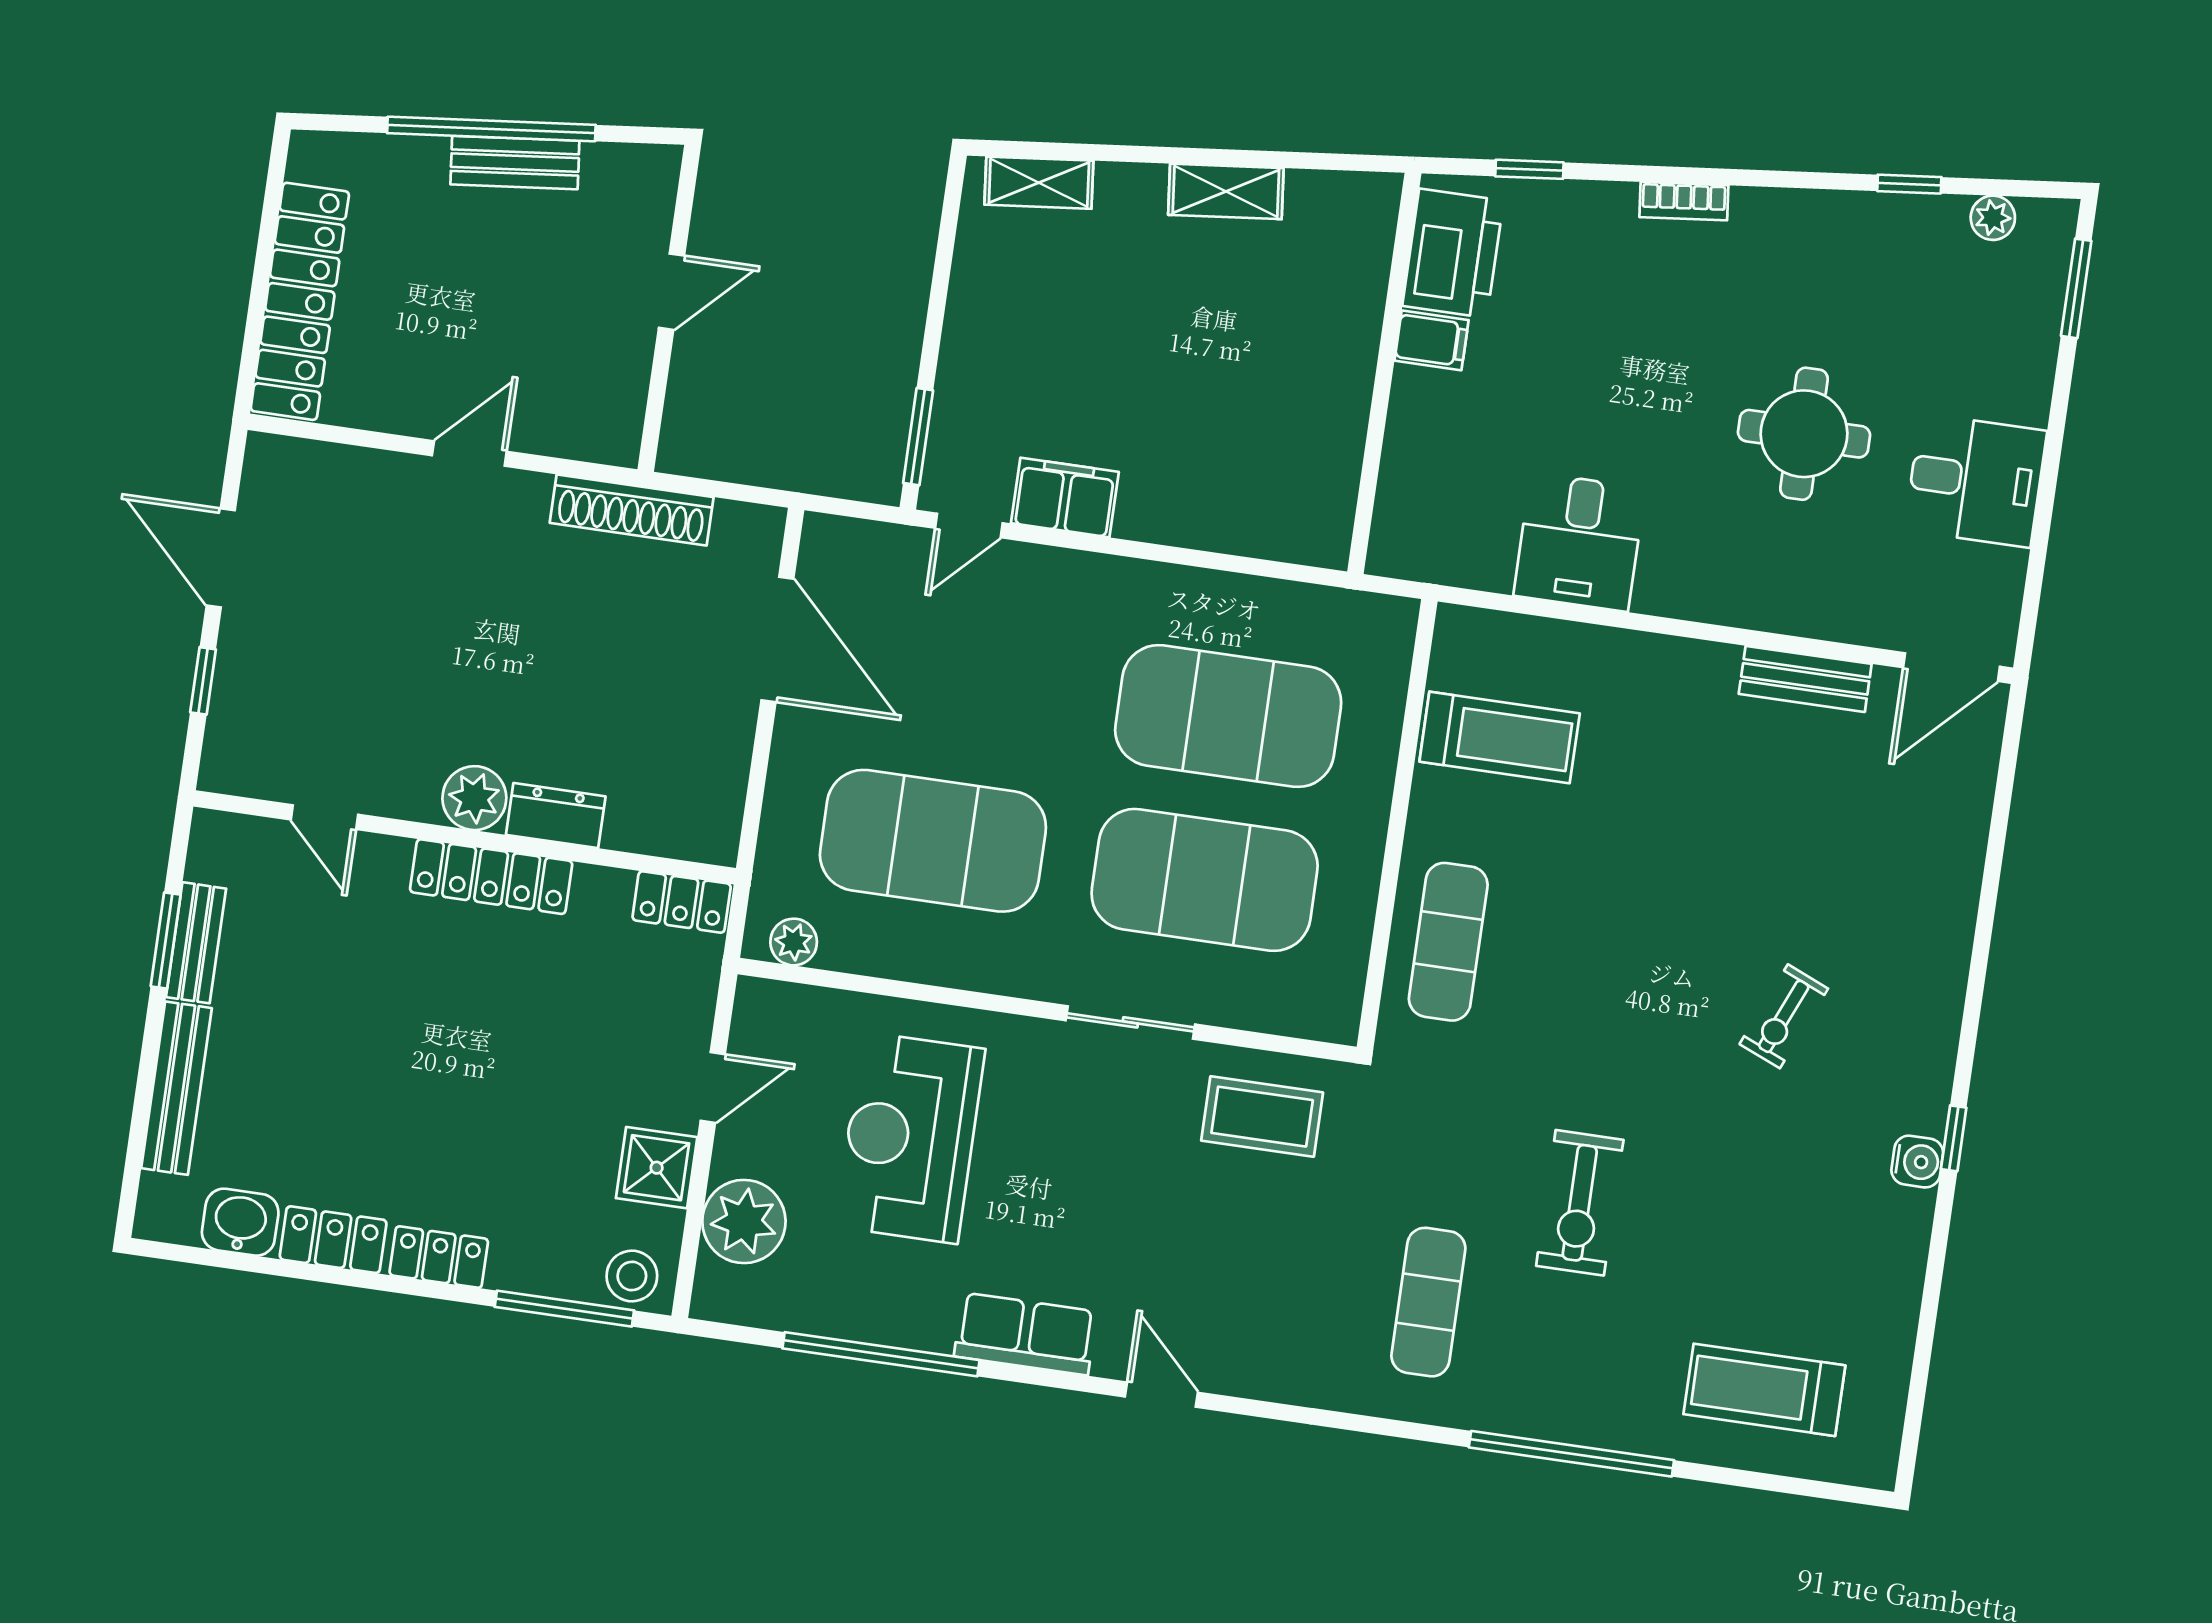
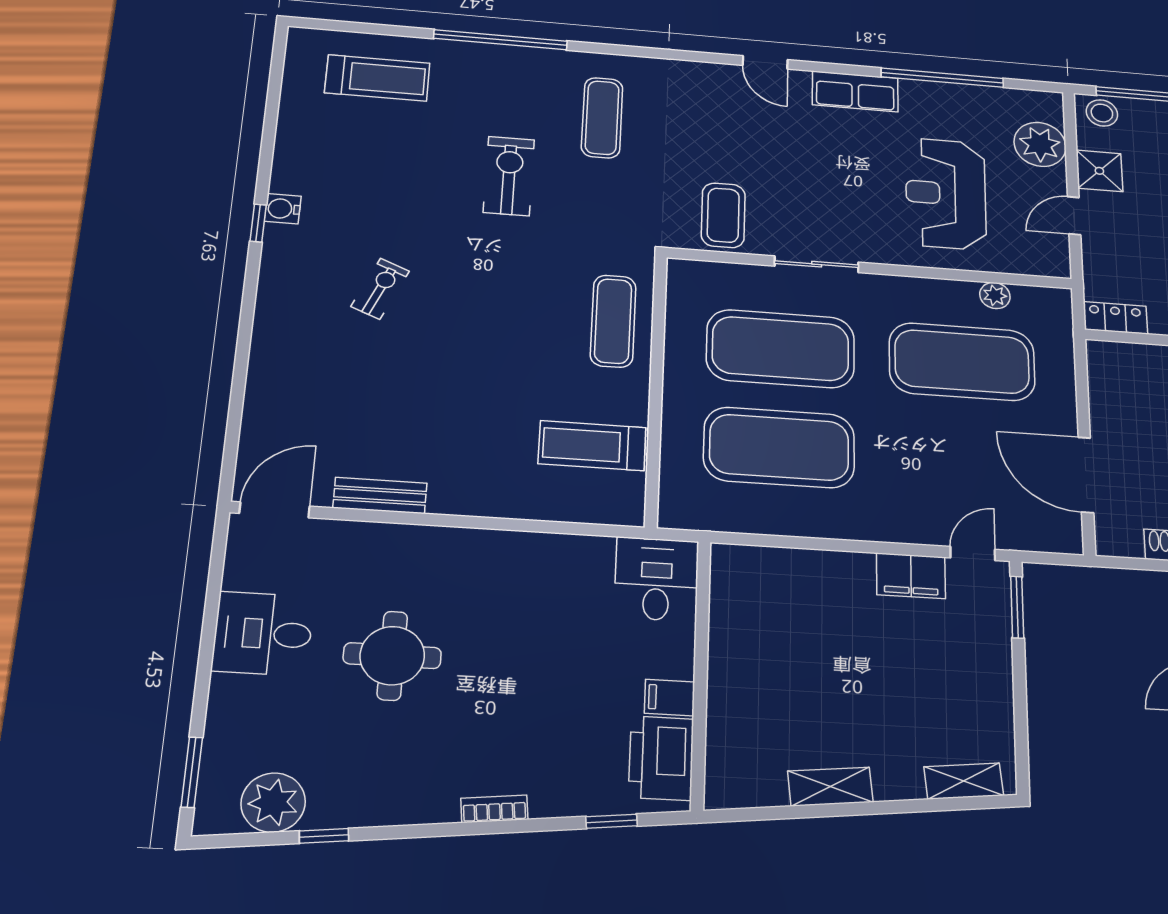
plant: (1993, 218) -> (273, 803), width x1.88, depth x1.88
desk: (1579, 542) -> (656, 579), moved
plant: (794, 942) -> (995, 295), moved
coffee table: (1262, 1117) -> (723, 215), turned 90
reception desk: (910, 1138) -> (946, 194), turned 180

